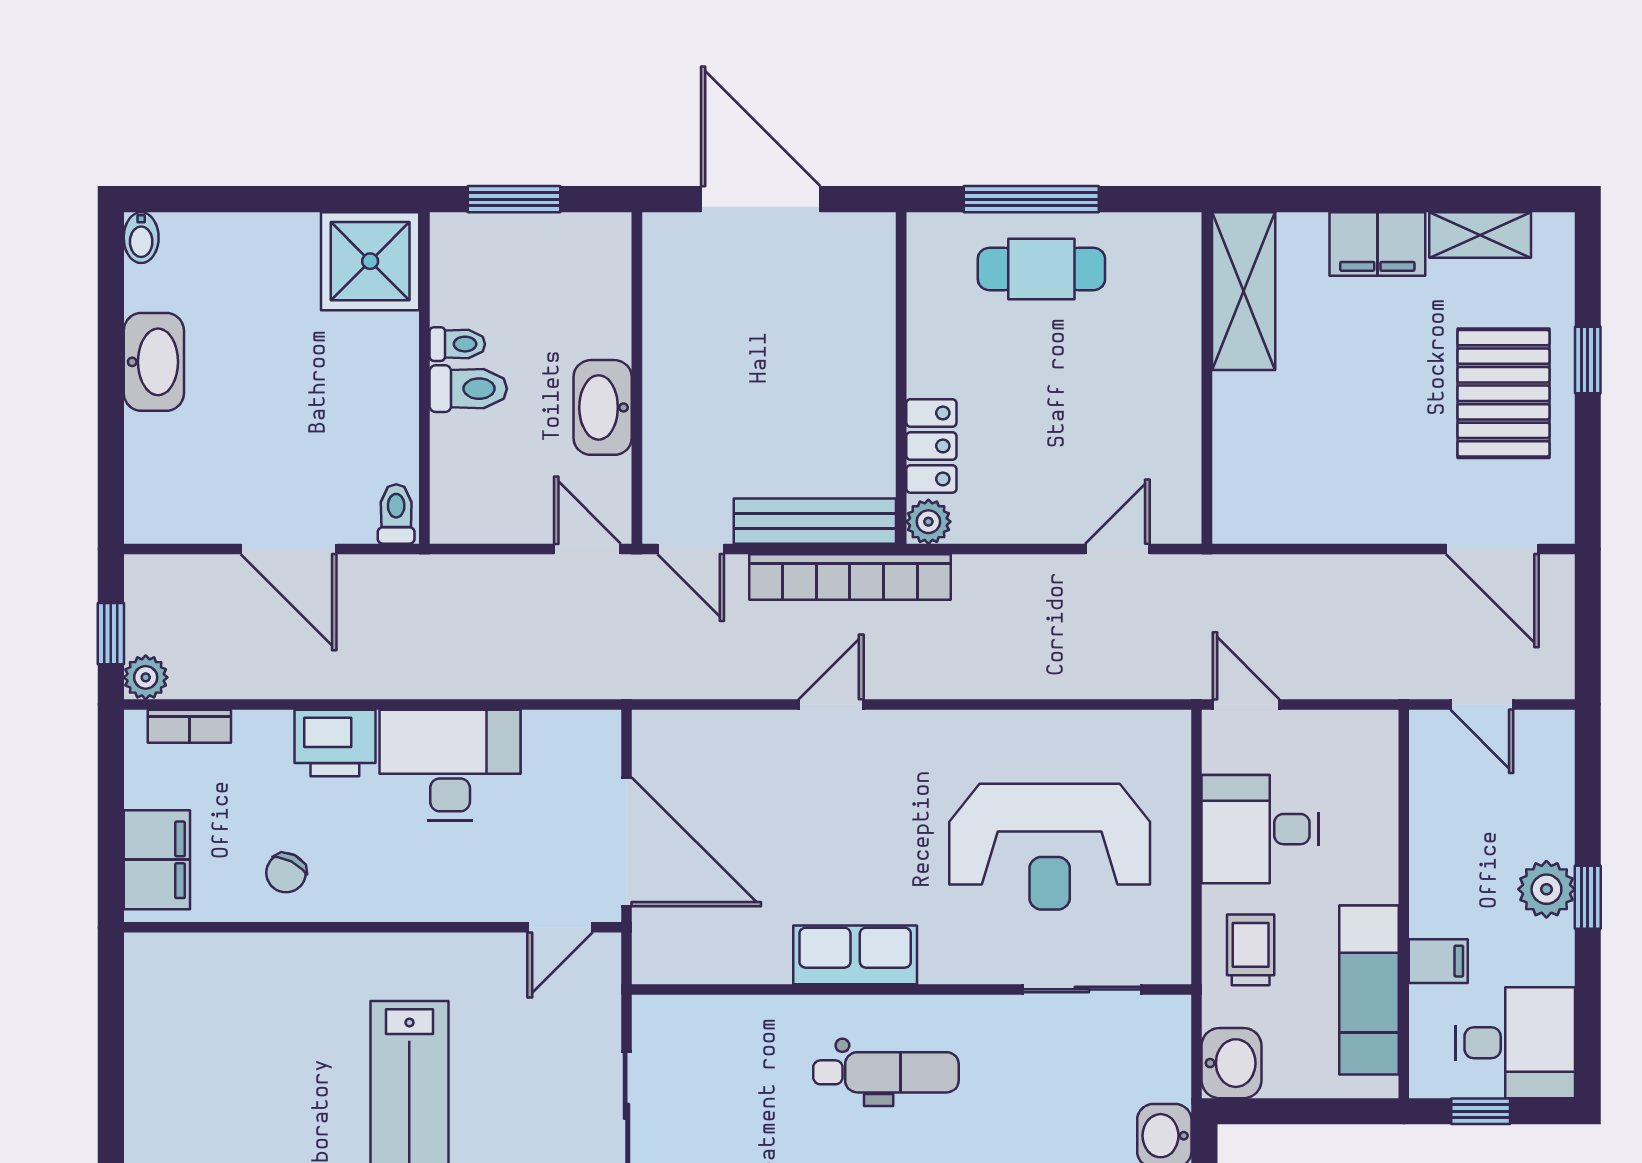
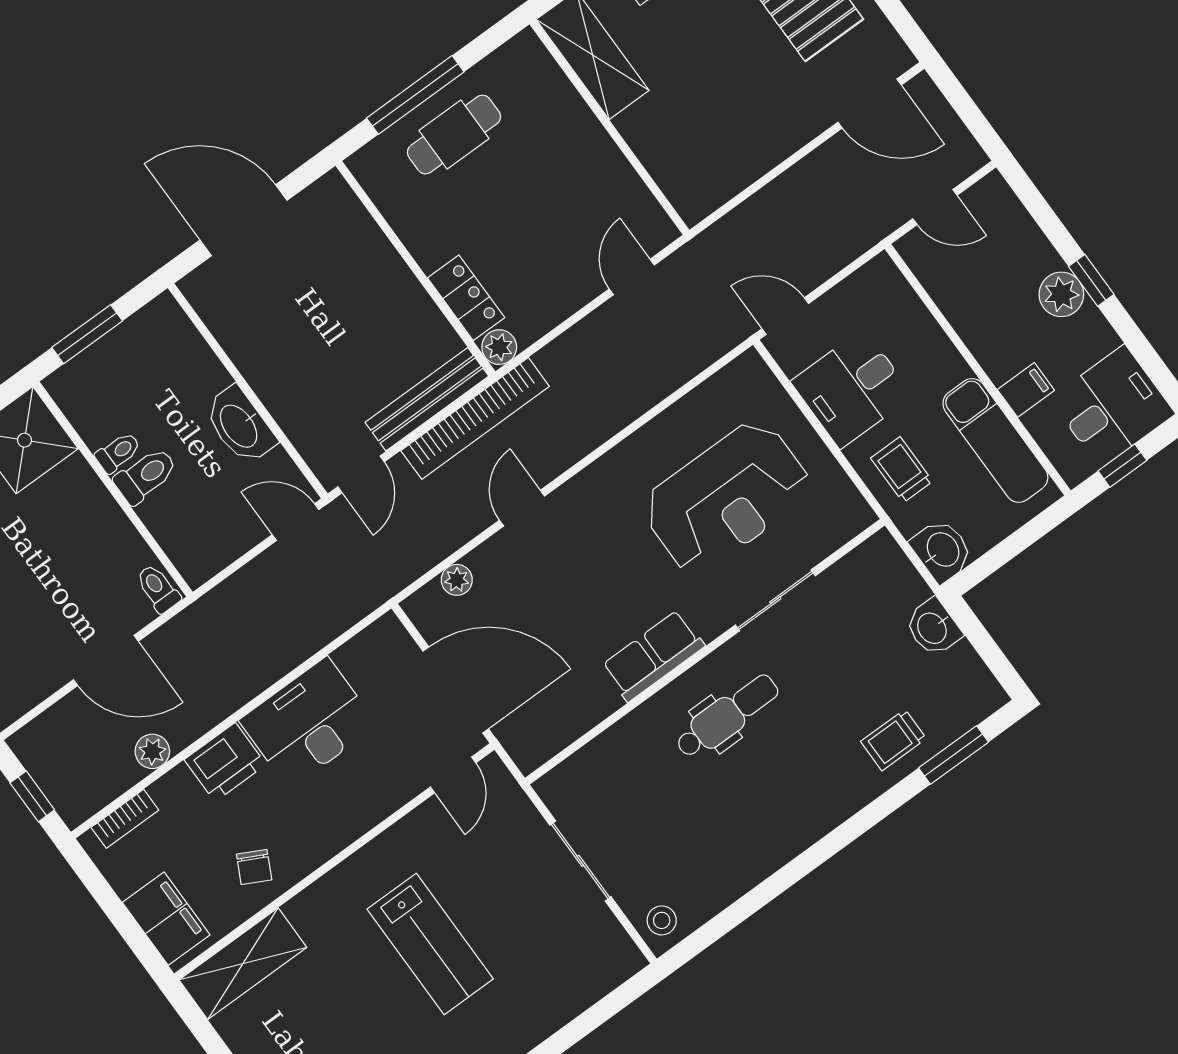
door: (691, 549) -> (361, 474), hinge flipped
plant: (146, 677) -> (152, 751), moved
plant: (710, 729) -> (457, 580), added
shelving: (202, 964) -> (243, 964), added
sliding door: (1082, 989) -> (775, 600), moved

